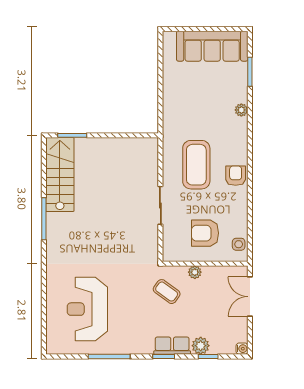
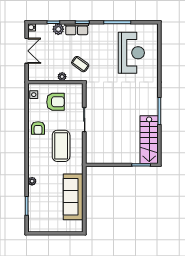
sofa: (212, 46) -> (73, 197), moved, turned -90
armchair: (236, 176) -> (38, 128), moved
double door: (250, 297) -> (27, 51), moved

